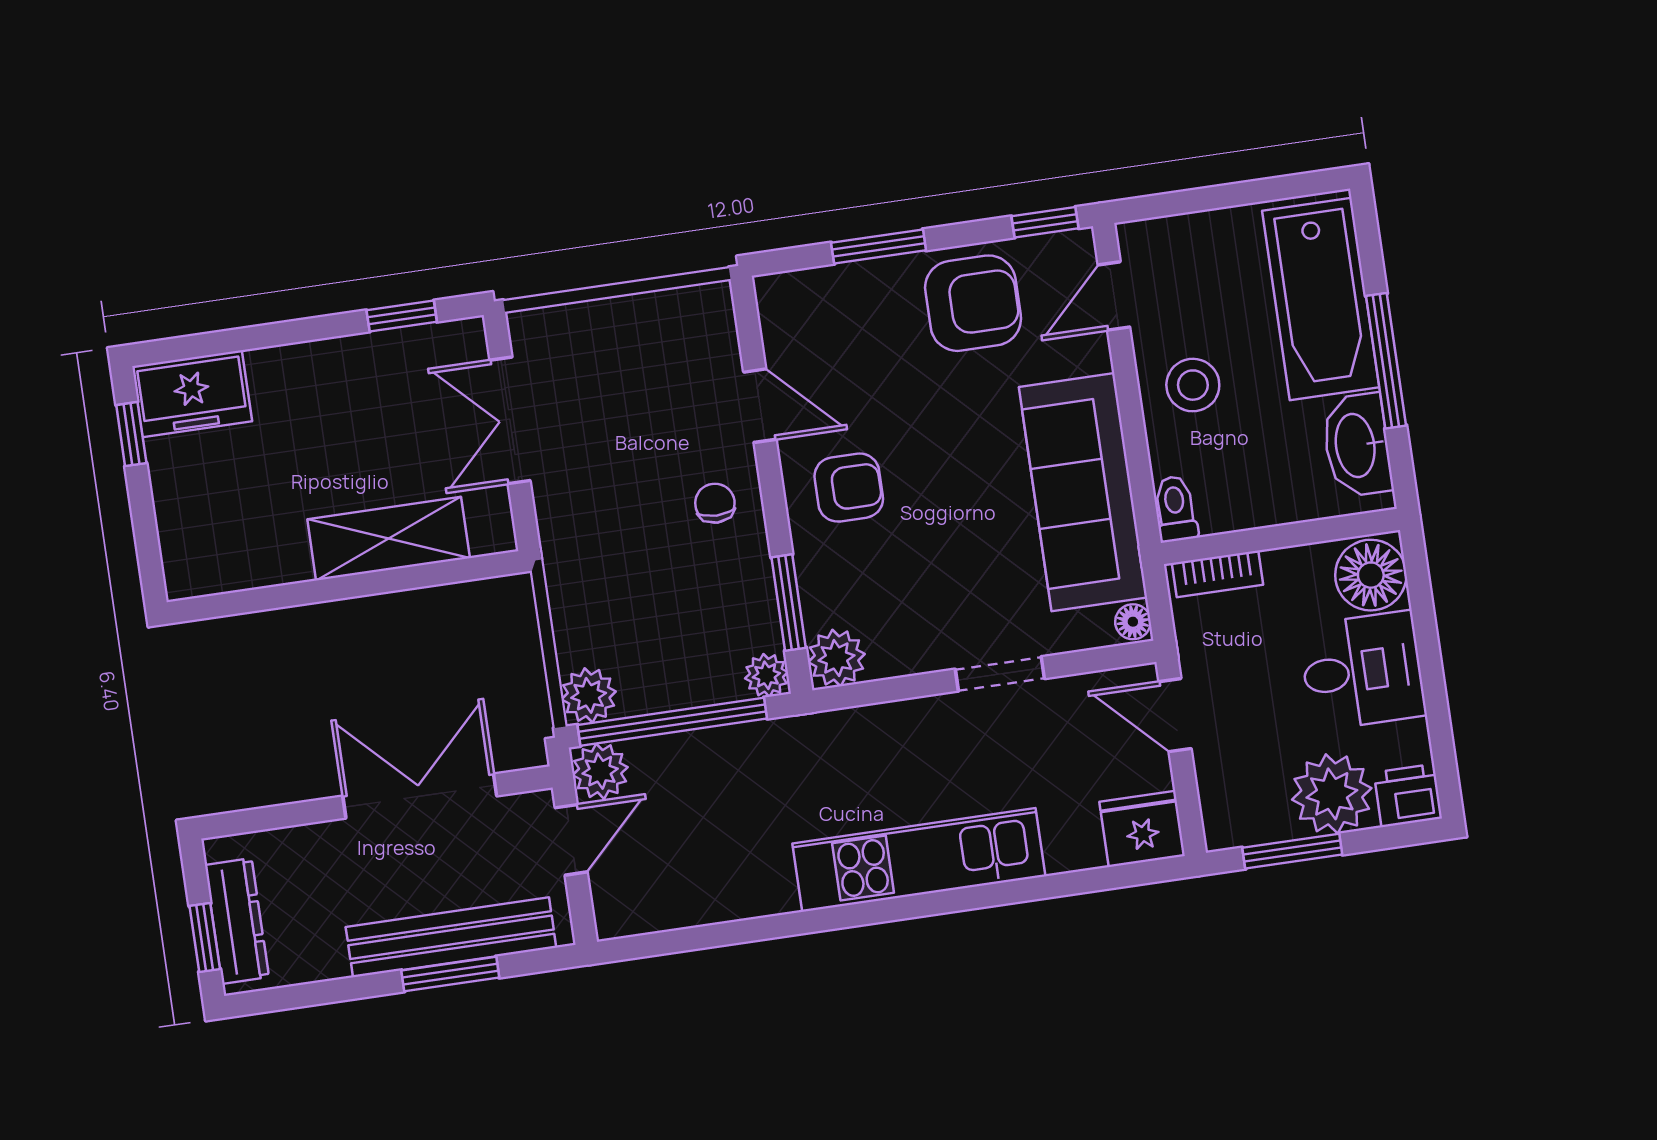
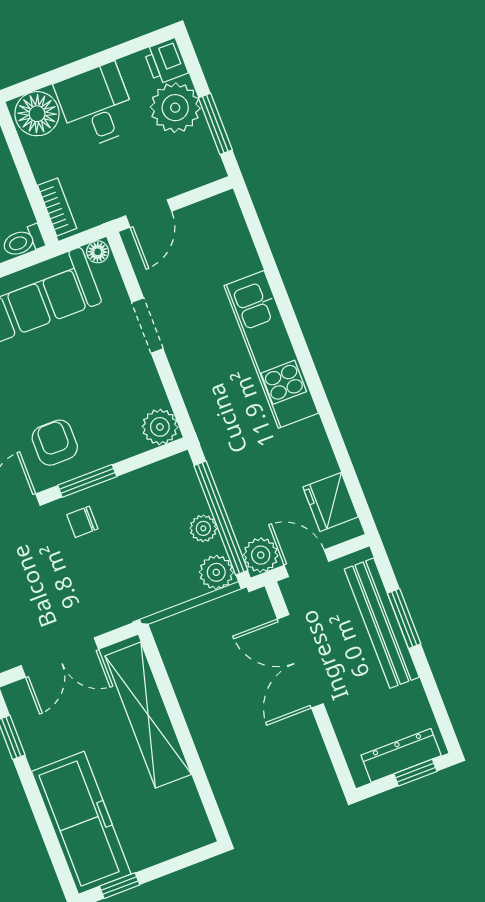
freezer: (192, 394) -> (81, 823), width x1.91, depth x1.26
shelving: (389, 539) -> (148, 715), width x1.47
window: (789, 603) -> (87, 481), moved
plant: (766, 675) -> (203, 528), moved
fridge: (1142, 829) -> (331, 502), moved

